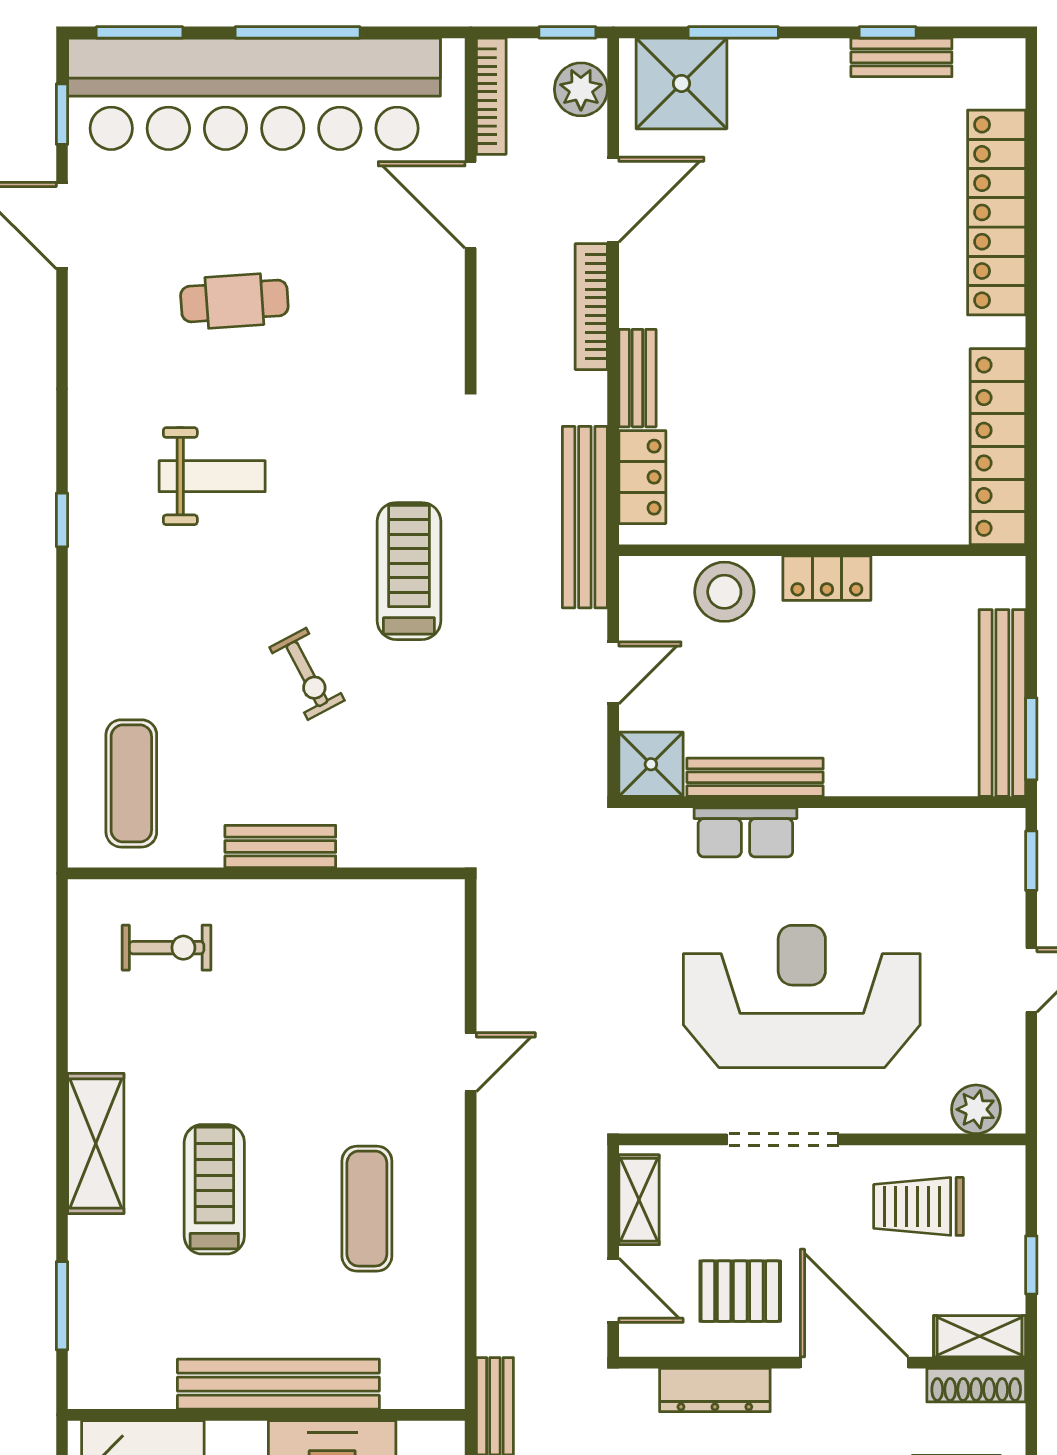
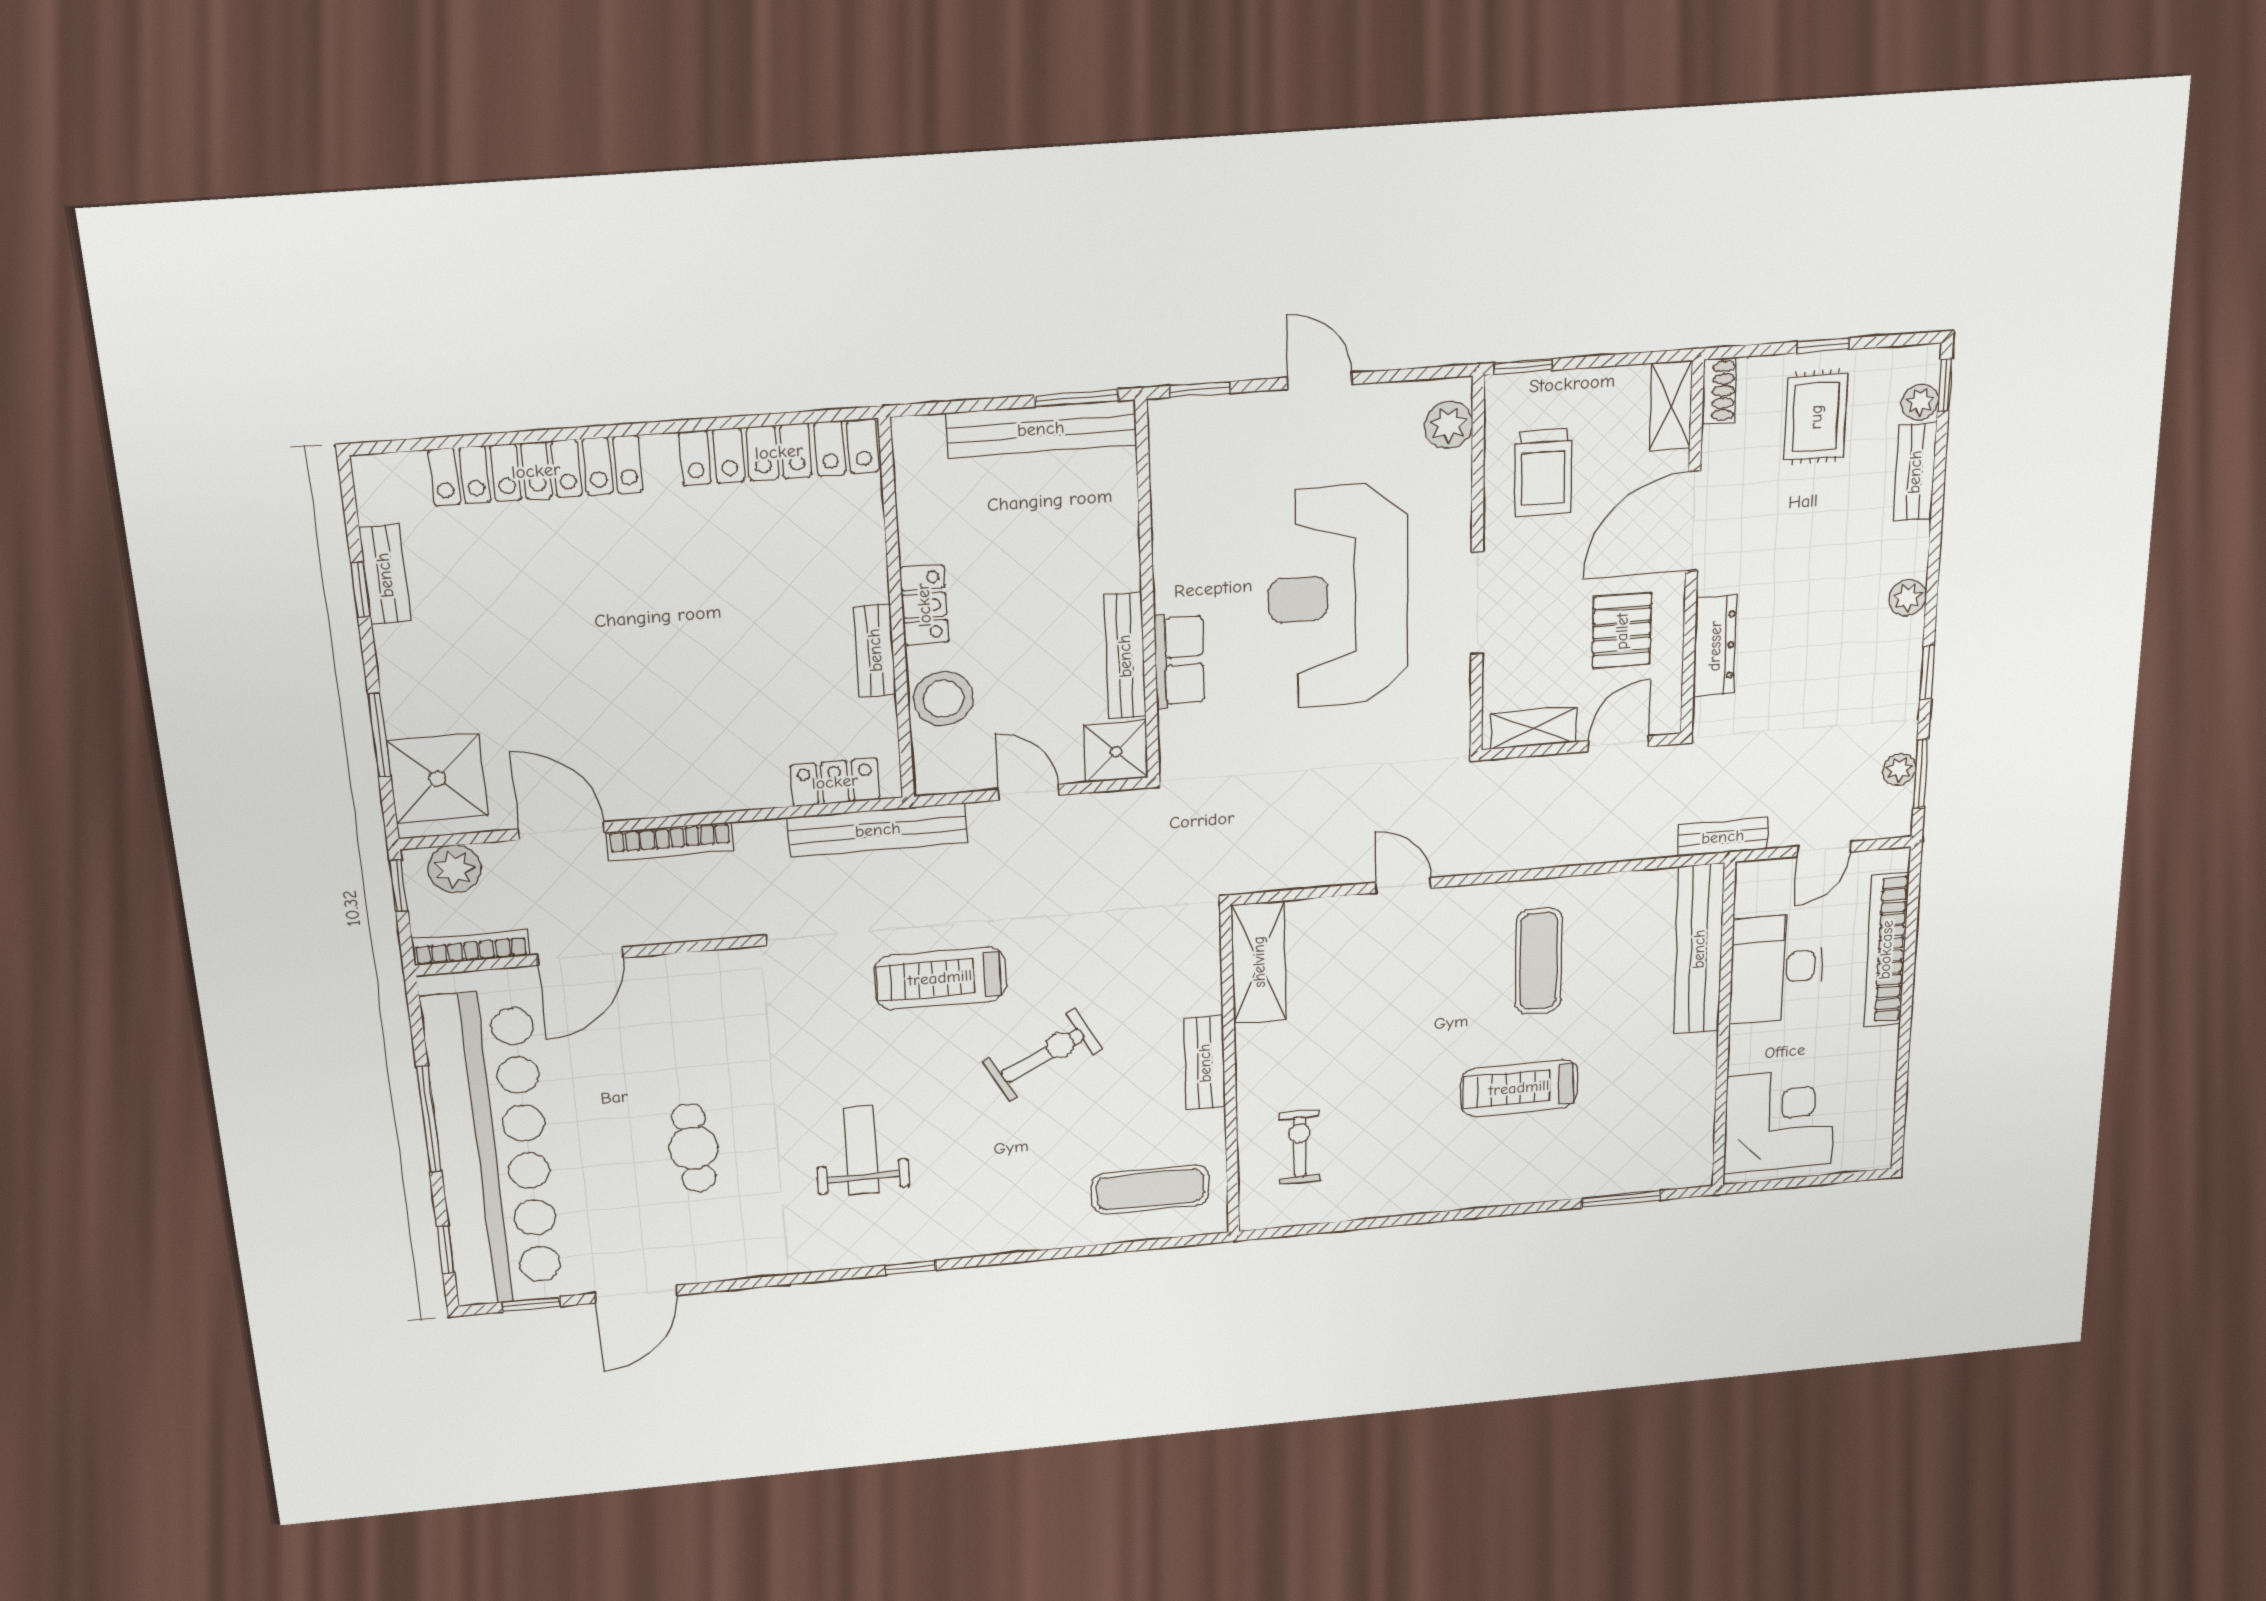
window: (140, 32) -> (446, 1249), width x0.67
bench: (637, 378) -> (875, 650), moved, turned 90
exercise bike: (307, 674) -> (1042, 1055), width x1.38, depth x1.39
shelving: (96, 1143) -> (1259, 962), moved, turned 90
exercise mat: (367, 1209) -> (1539, 961), turned 90
window: (1031, 1265) -> (1523, 367), moved
bench: (278, 1384) -> (1699, 949), moved
shoe rack: (976, 1385) -> (1719, 391), width x0.70

